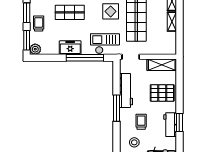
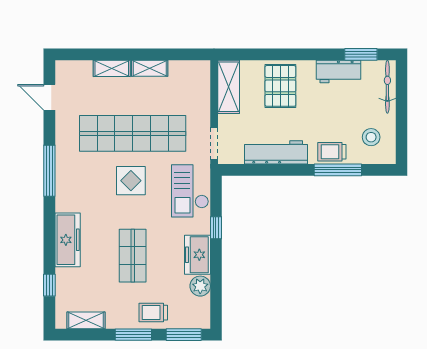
plant: (35, 49) -> (200, 286), moved
window: (85, 58) -> (216, 228), width x0.32
window: (116, 108) -> (338, 170), moved
trolley: (141, 122) -> (332, 152), moved
window: (179, 123) -> (361, 54), moved

